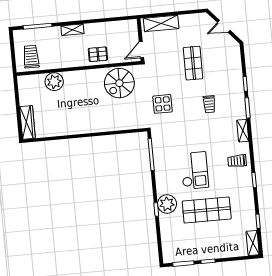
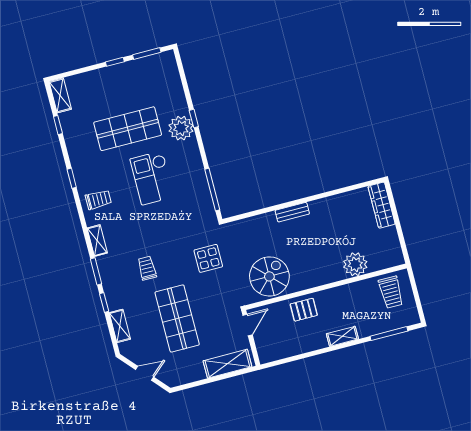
shop shelf: (193, 63) -> (177, 319), width x1.43, depth x1.36
shelving: (236, 65) -> (120, 326), added
bench: (95, 128) -> (292, 212), added

